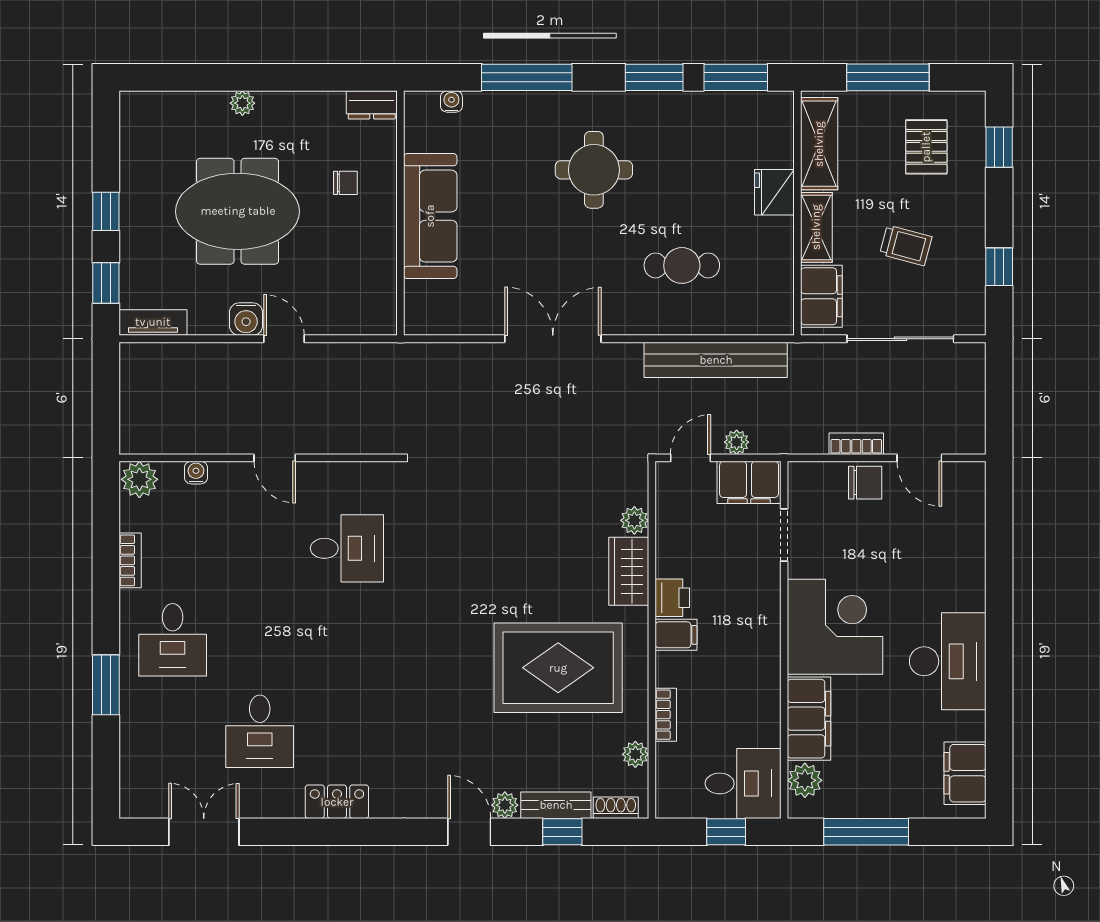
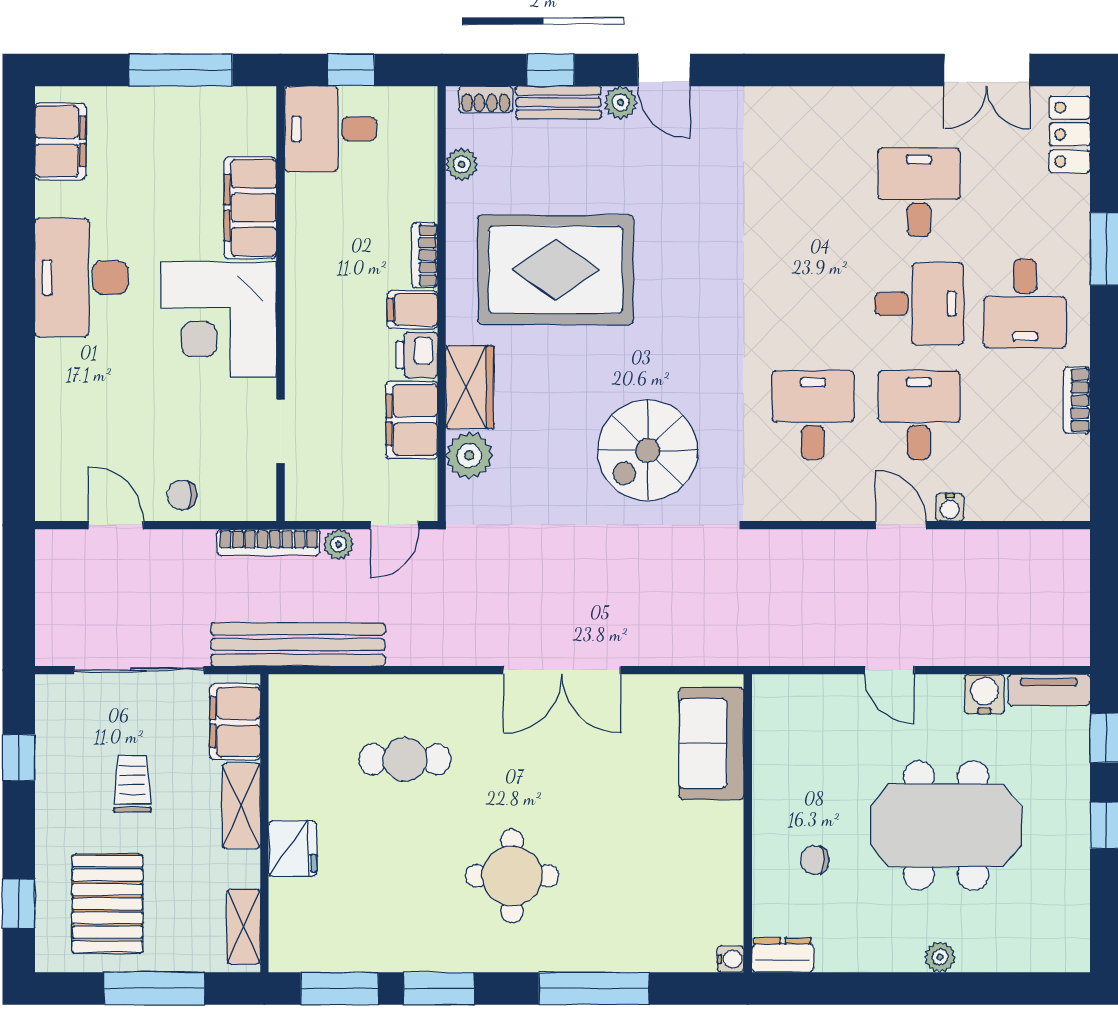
water cooler: (451, 101) -> (731, 959), moved, turned -90
shelving: (819, 144) -> (243, 927), width x0.67, depth x0.75
pallet: (926, 147) -> (107, 904), width x1.50, depth x1.42
sofa: (430, 216) -> (711, 743), moved, width x0.73
trolley: (906, 245) -> (132, 784), turned 75
water cooler: (246, 319) -> (984, 694), moved
bench: (716, 360) -> (298, 645), moved
bookcase: (856, 444) -> (269, 542), moved, width x1.56
water cooler: (196, 473) -> (950, 507), moved
plant: (139, 479) -> (1065, 499), removed
filing cabinet: (749, 482) -> (412, 420), moved, turned -90
chair: (865, 483) -> (182, 495), width x0.73, depth x0.73
spiral stairs: (483, 519) -> (648, 450), added
plant: (634, 520) -> (469, 456), width x1.38, depth x1.38
desk: (260, 548) -> (919, 415), added
desk: (347, 548) -> (813, 415), turned 90
desk: (173, 640) -> (1025, 304), turned 180
desk: (260, 640) -> (919, 304), added
bookcase: (666, 715) -> (425, 255), moved
plant: (805, 780) -> (255, 133), removed
locker: (337, 802) -> (1070, 134), moved, turned 90

